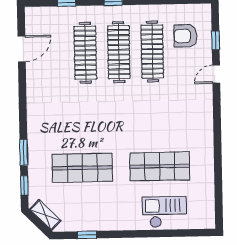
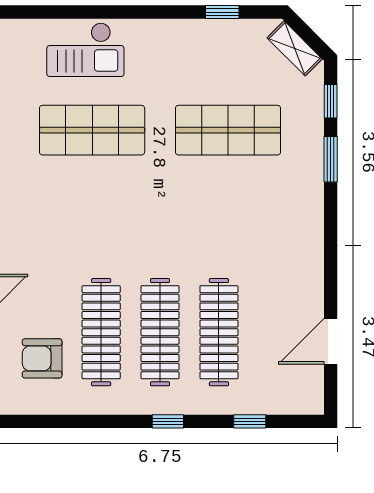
armchair: (186, 36) -> (42, 358), turned 180

